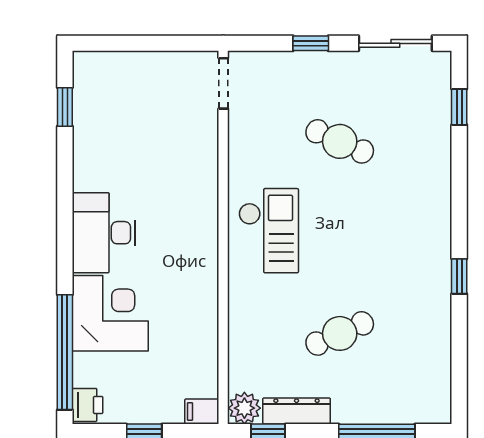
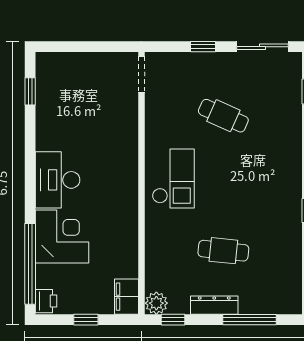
cafe table: (340, 333) -> (223, 251), turned 30
filing cabinet: (202, 411) -> (126, 297), width x2.00
dresser: (297, 411) -> (214, 305), moved

